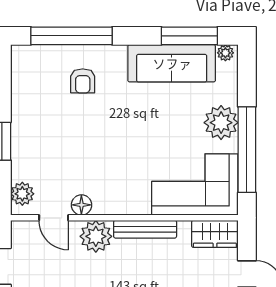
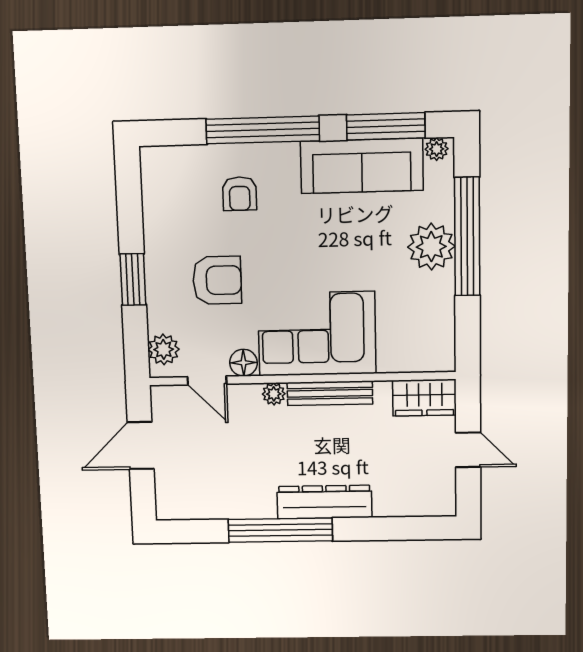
window: (71, 36) -> (263, 130), moved
armchair: (64, 143) -> (217, 280), added
window: (247, 150) -> (467, 237), moved
corner sofa: (195, 184) -> (317, 334), moved
plant: (96, 236) -> (274, 394), width x0.53, depth x0.53

